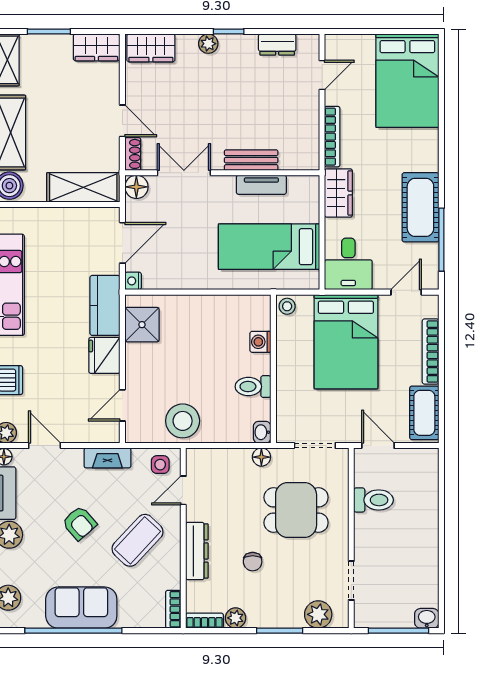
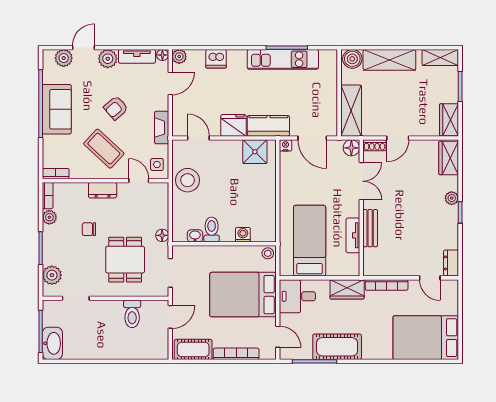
dresser: (277, 45) -> (451, 263), moved
washbasin: (262, 432) -> (195, 236), moved
dresser: (197, 551) -> (103, 190), width x0.70
washbasin: (427, 618) -> (52, 343), width x1.91, depth x1.45

